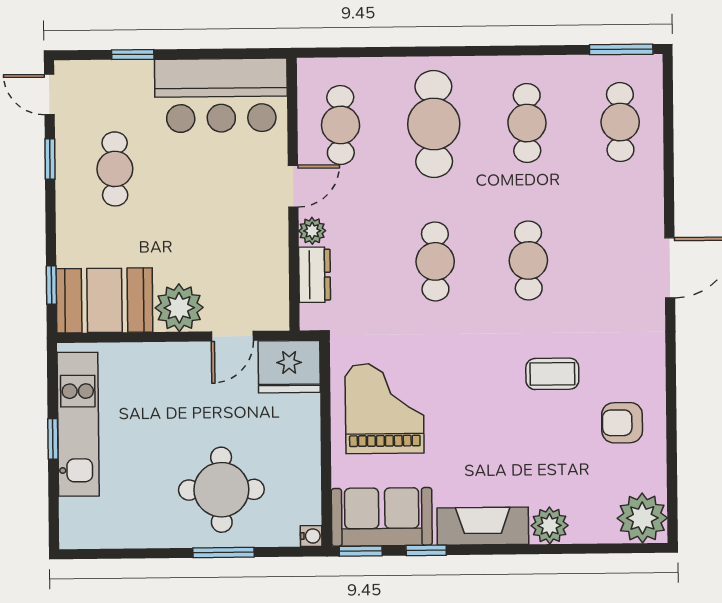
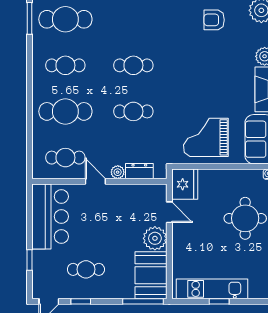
cafe table: (620, 122) -> (65, 19), width x1.37, depth x1.35
window: (51, 285) -> (143, 301), width x2.17
coffee table: (552, 374) -> (190, 54), removed
armchair: (622, 423) -> (214, 20), turned 90

